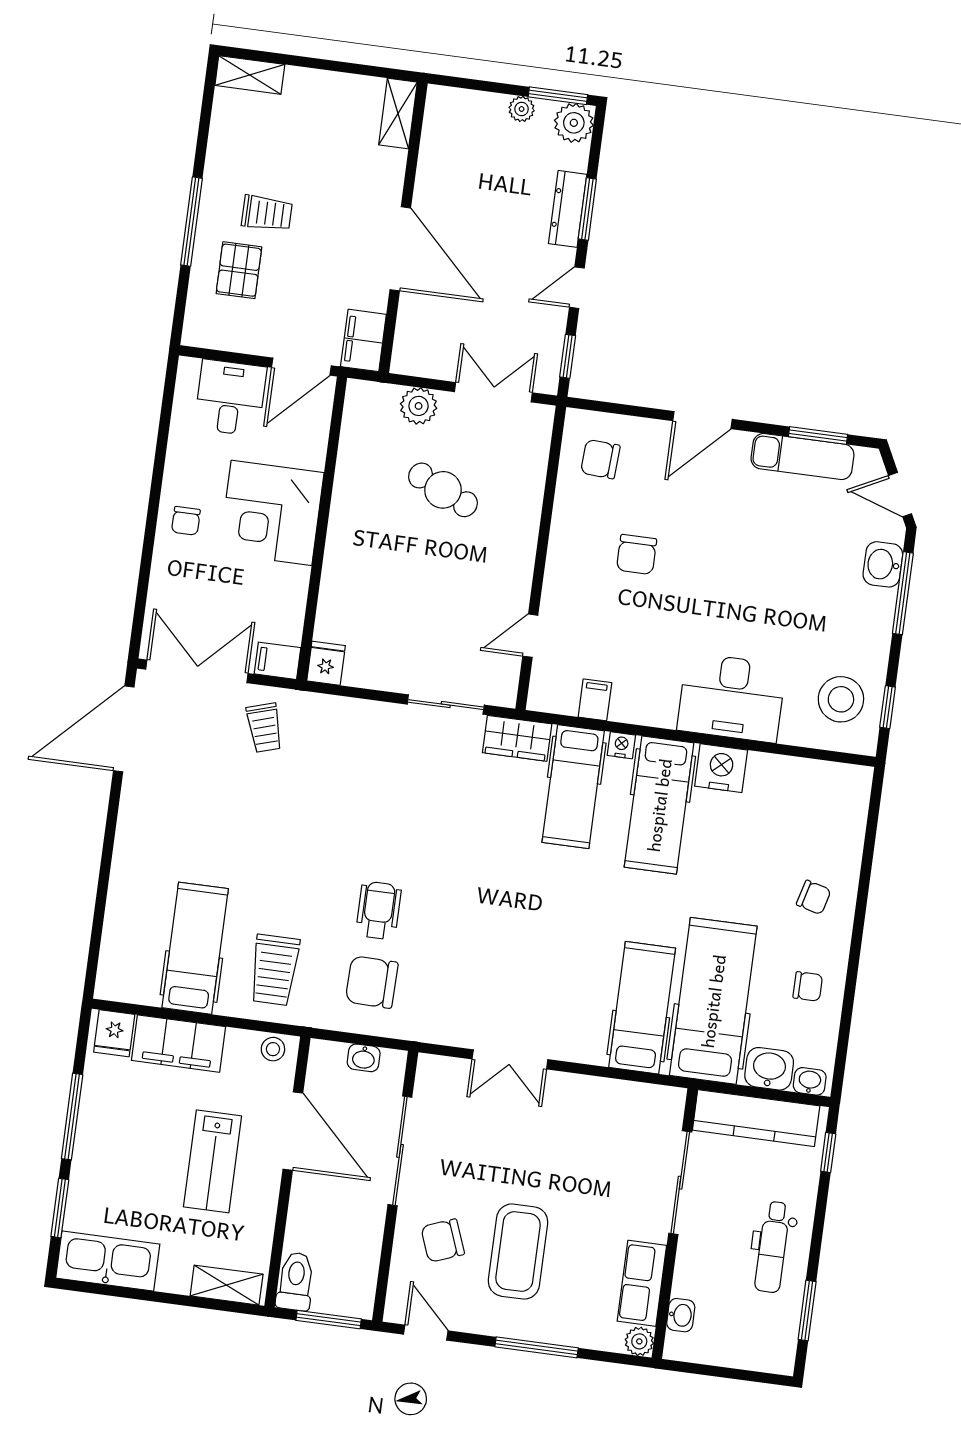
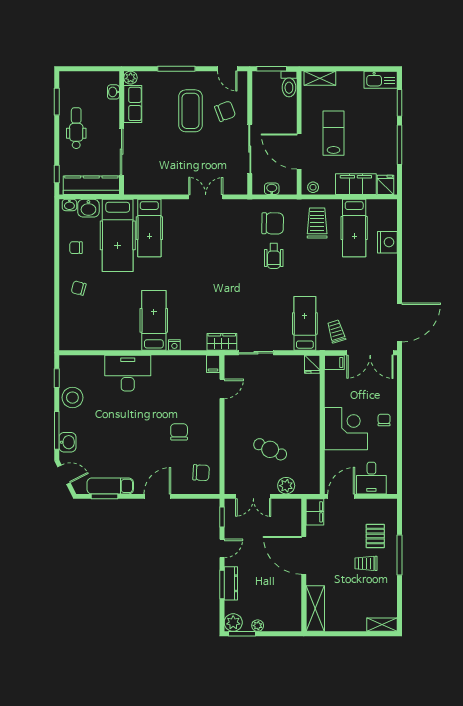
shelving: (398, 113) -> (315, 608), width x1.50, depth x1.33
stool: (841, 699) -> (72, 398), moved
filing cabinet: (595, 700) -> (213, 364), moved
nightstand: (721, 768) -> (387, 242), moved, turned -90
hospital bed: (573, 787) -> (305, 323), moved
kitchen sink: (108, 1261) -> (381, 80), width x0.73, depth x0.81

